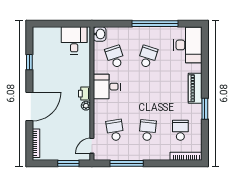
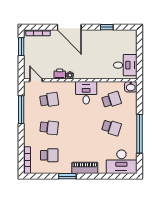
printer: (85, 94) -> (60, 74), moved
window: (68, 163) -> (21, 47), moved

